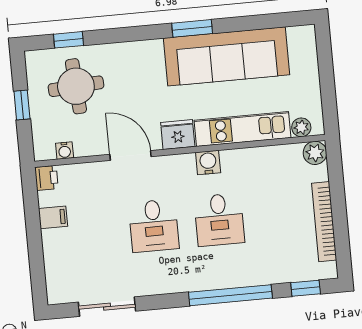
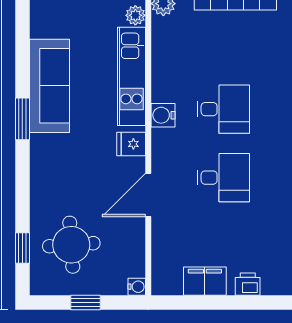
sofa: (227, 56) -> (49, 86), width x0.74, depth x0.79
fridge: (178, 135) -> (131, 144), width x0.72
water cooler: (65, 151) -> (137, 287), moved
printer: (46, 178) -> (248, 284), moved
filing cabinet: (53, 217) -> (205, 281), width x2.00

